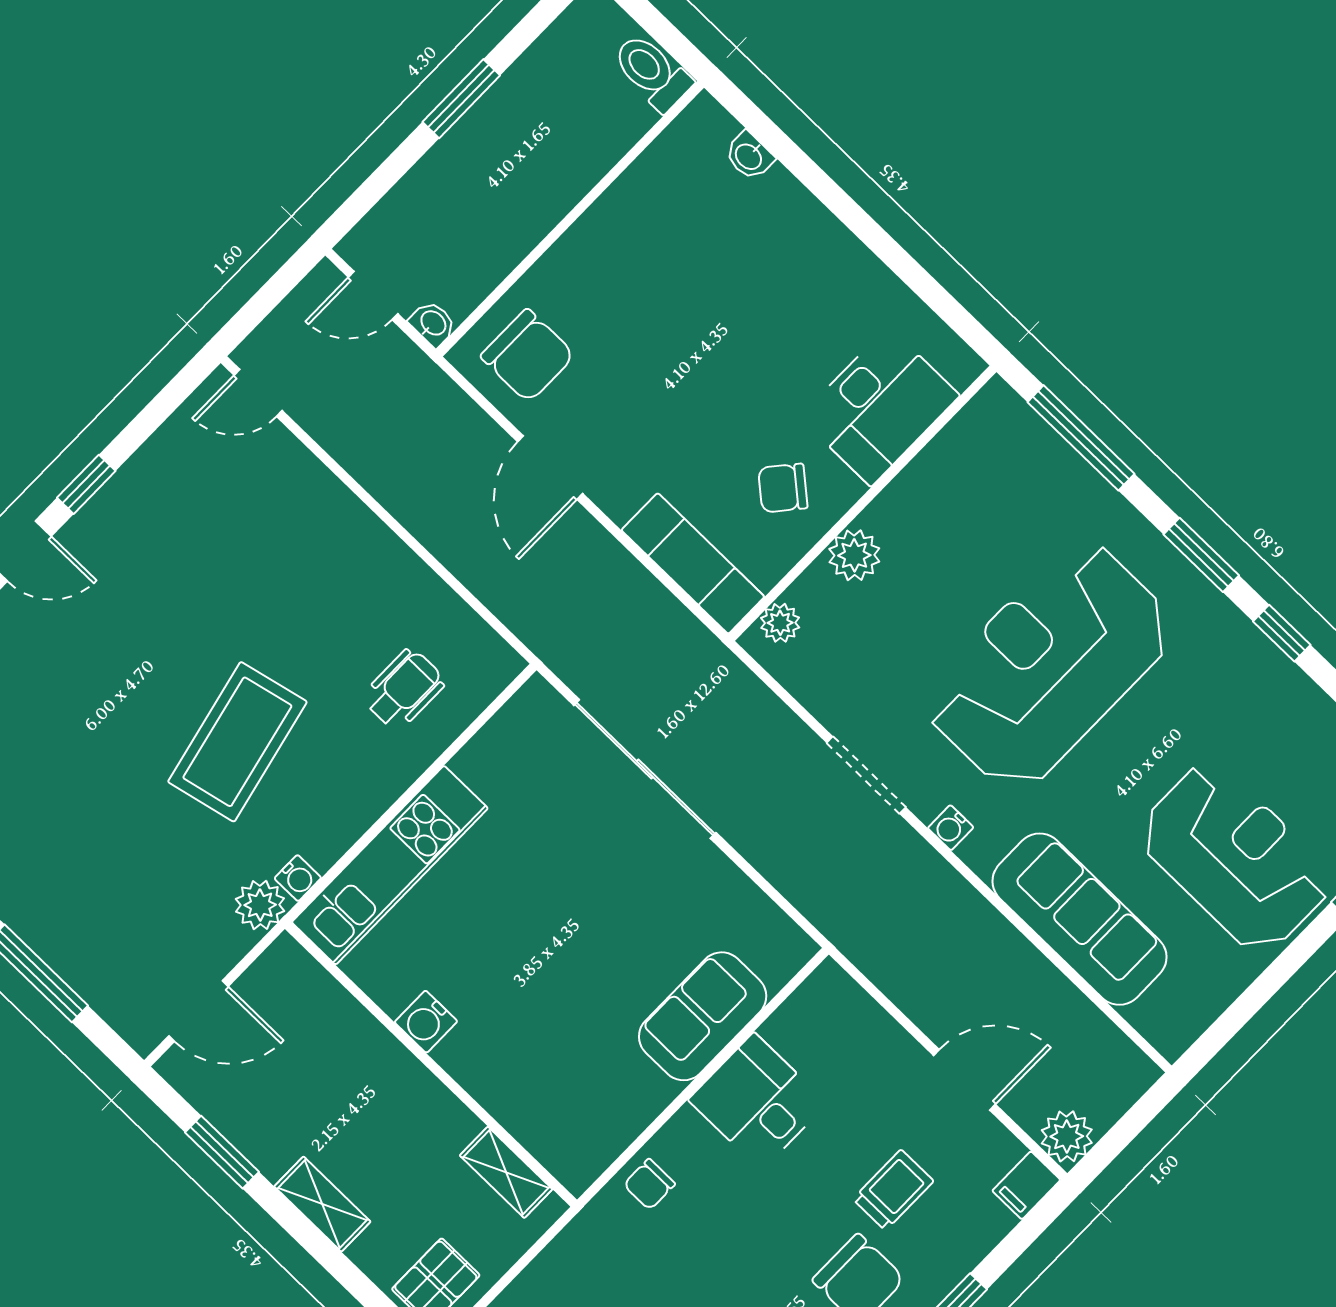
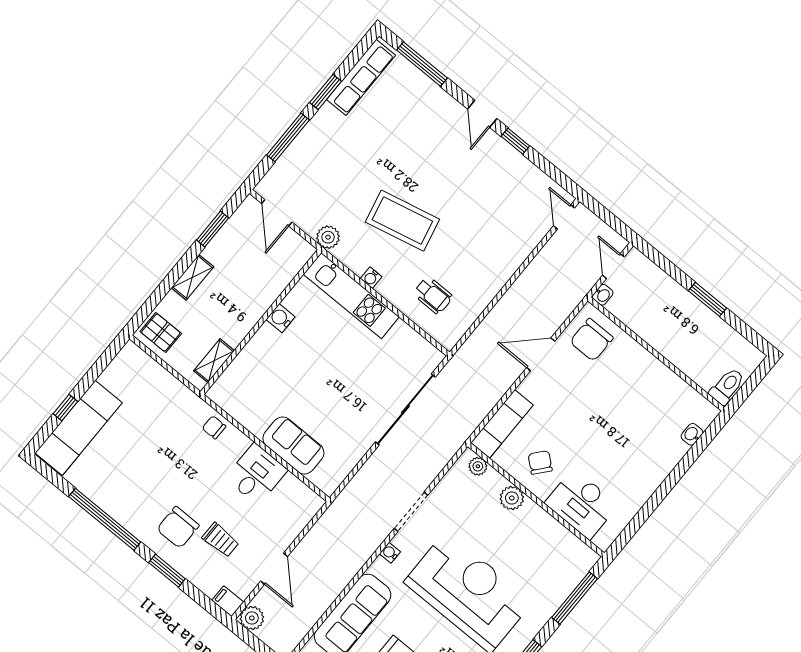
water cooler: (298, 878) -> (371, 278), moved

